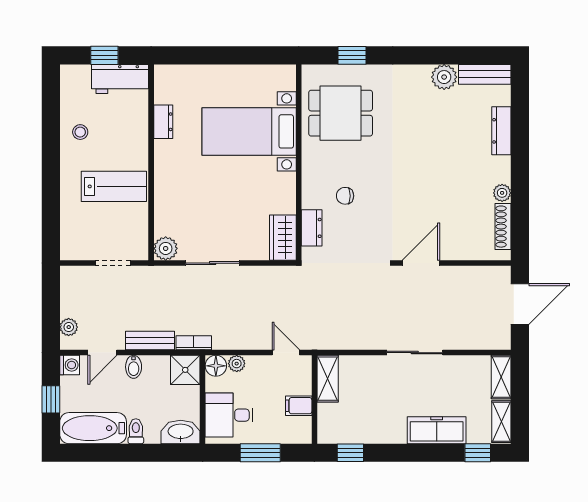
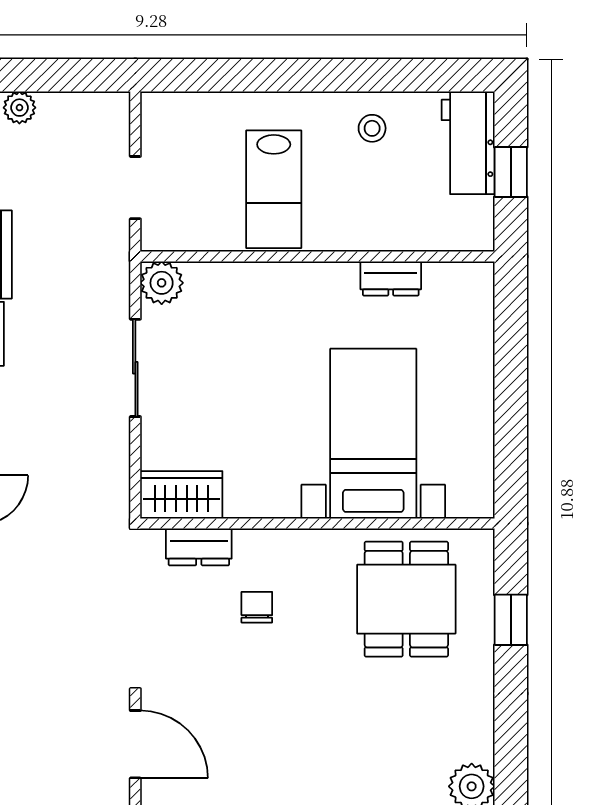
workbench: (120, 79) -> (468, 143), moved

